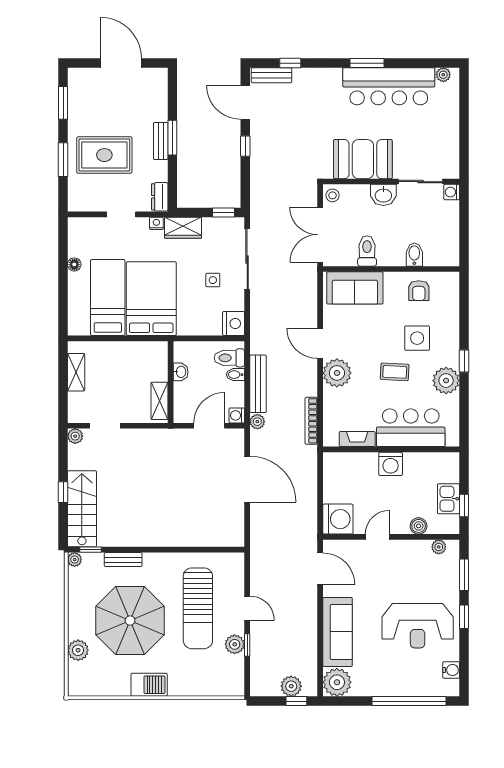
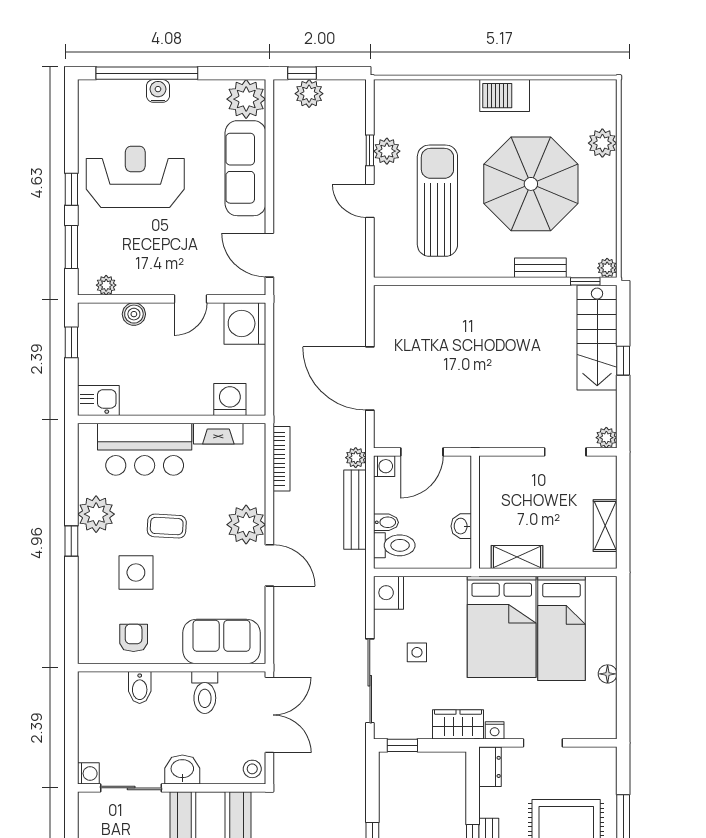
shelving: (159, 401) -> (517, 557), moved, turned 90
washing machine: (391, 464) -> (230, 399), moved
kitchen sink: (448, 499) -> (98, 400), moved, turned -90
water cooler: (451, 670) -> (158, 91), moved, turned 90

